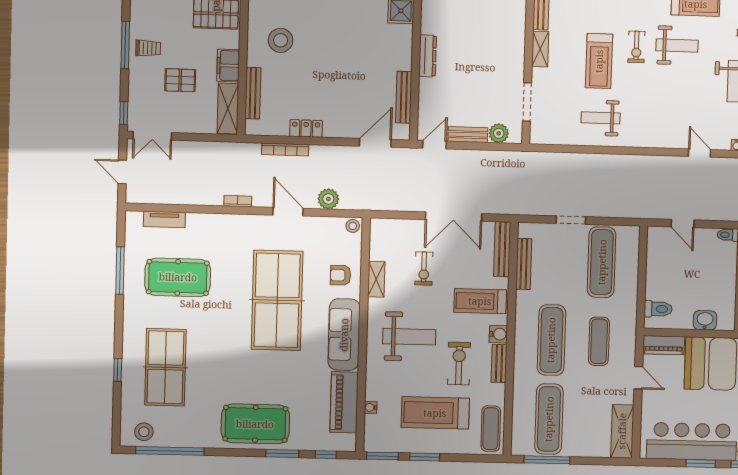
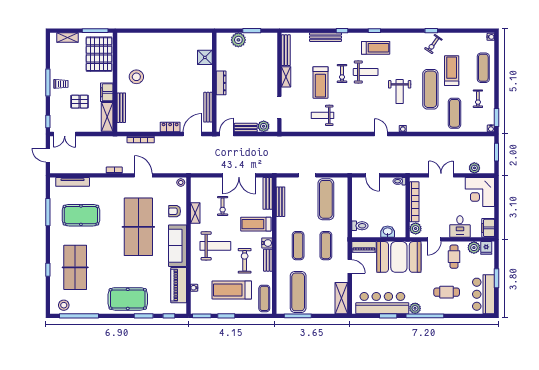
locker: (306, 128) -> (170, 127), moved
plant: (328, 199) -> (166, 167), removed
tv unit: (164, 219) -> (73, 182), width x1.41
exercise mat: (551, 340) -> (298, 246), width x0.73, depth x0.69

